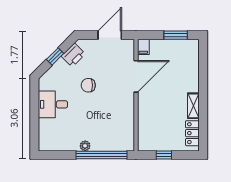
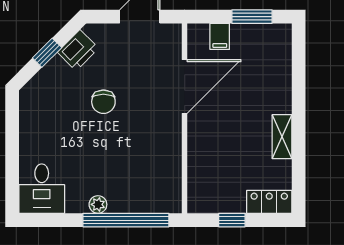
filing cabinet: (143, 47) -> (220, 36), moved
chair: (88, 85) -> (103, 102), turned -90
desk: (53, 104) -> (42, 189), moved, turned -90
locker: (192, 133) -> (269, 202), moved, turned 90

